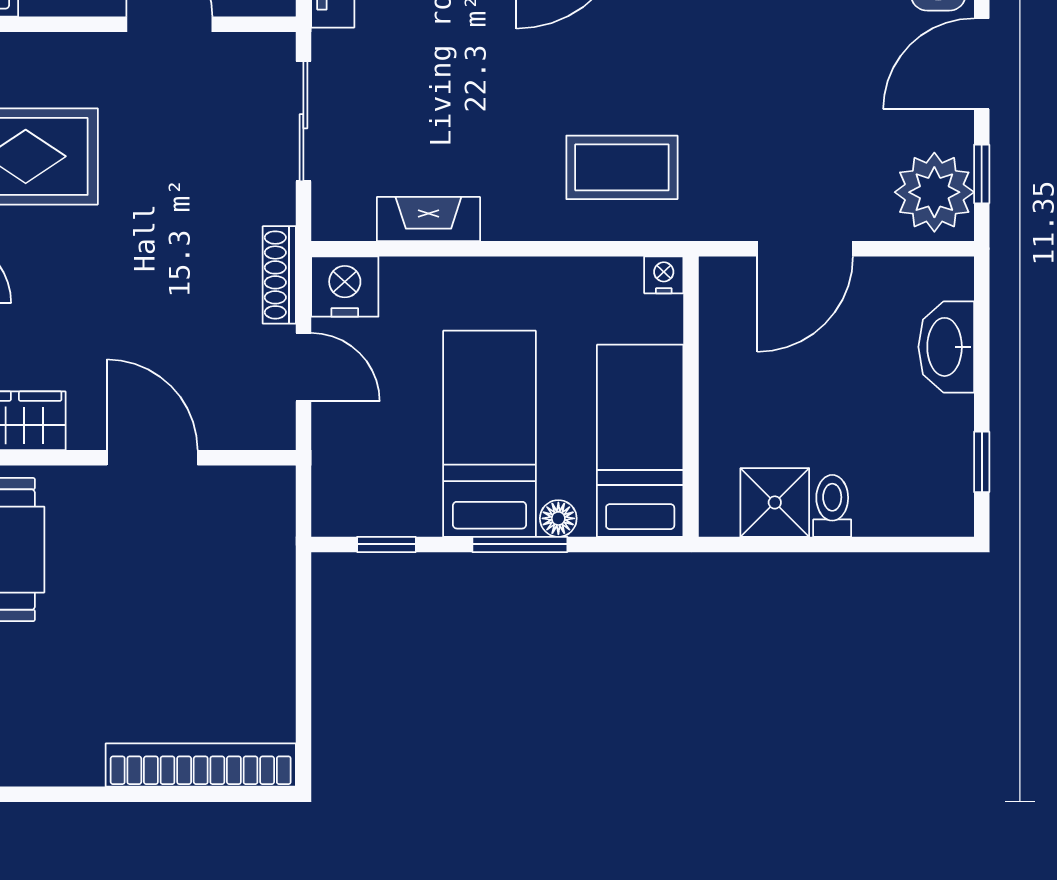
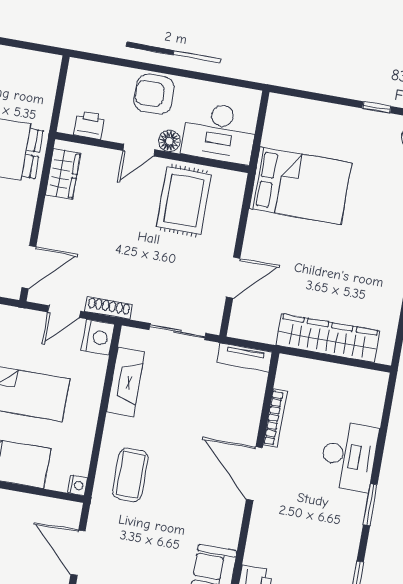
fireplace: (428, 219) -> (126, 382), width x1.37, depth x1.32
door: (152, 458) -> (29, 267), moved

